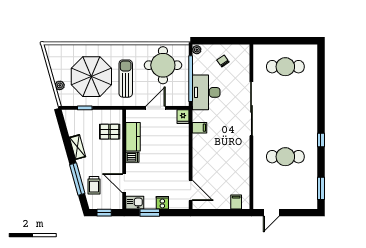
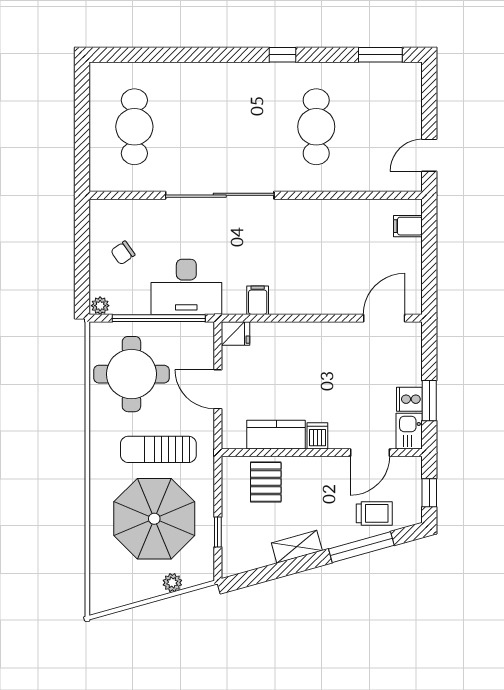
cooker: (162, 203) -> (409, 399), moved
door: (271, 213) -> (429, 155), swing flipped

